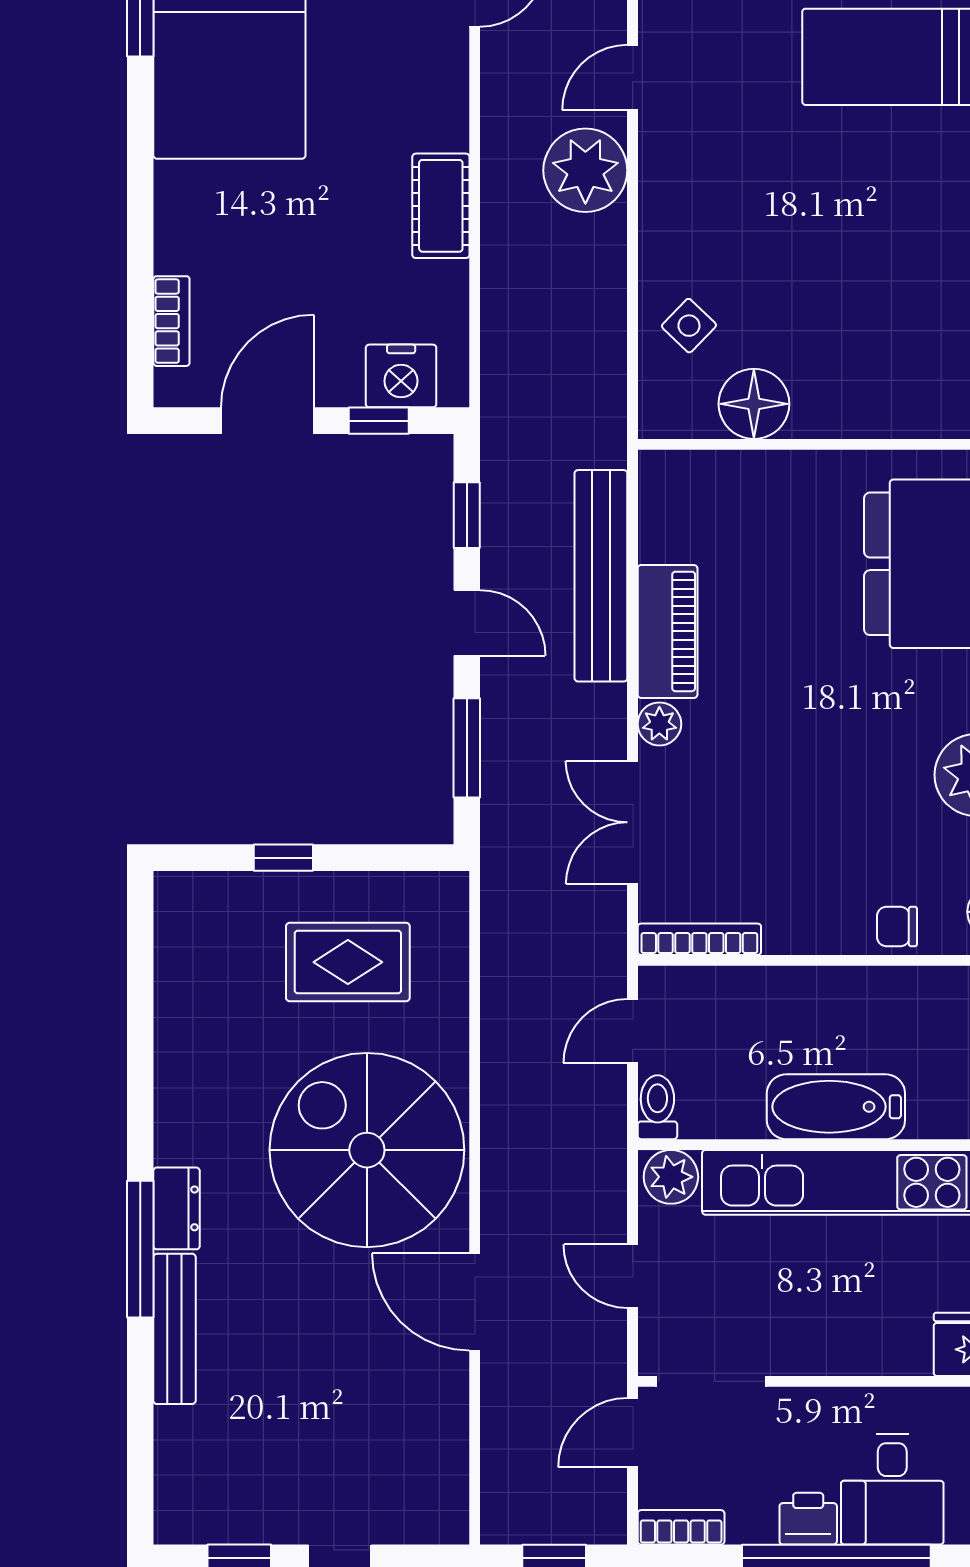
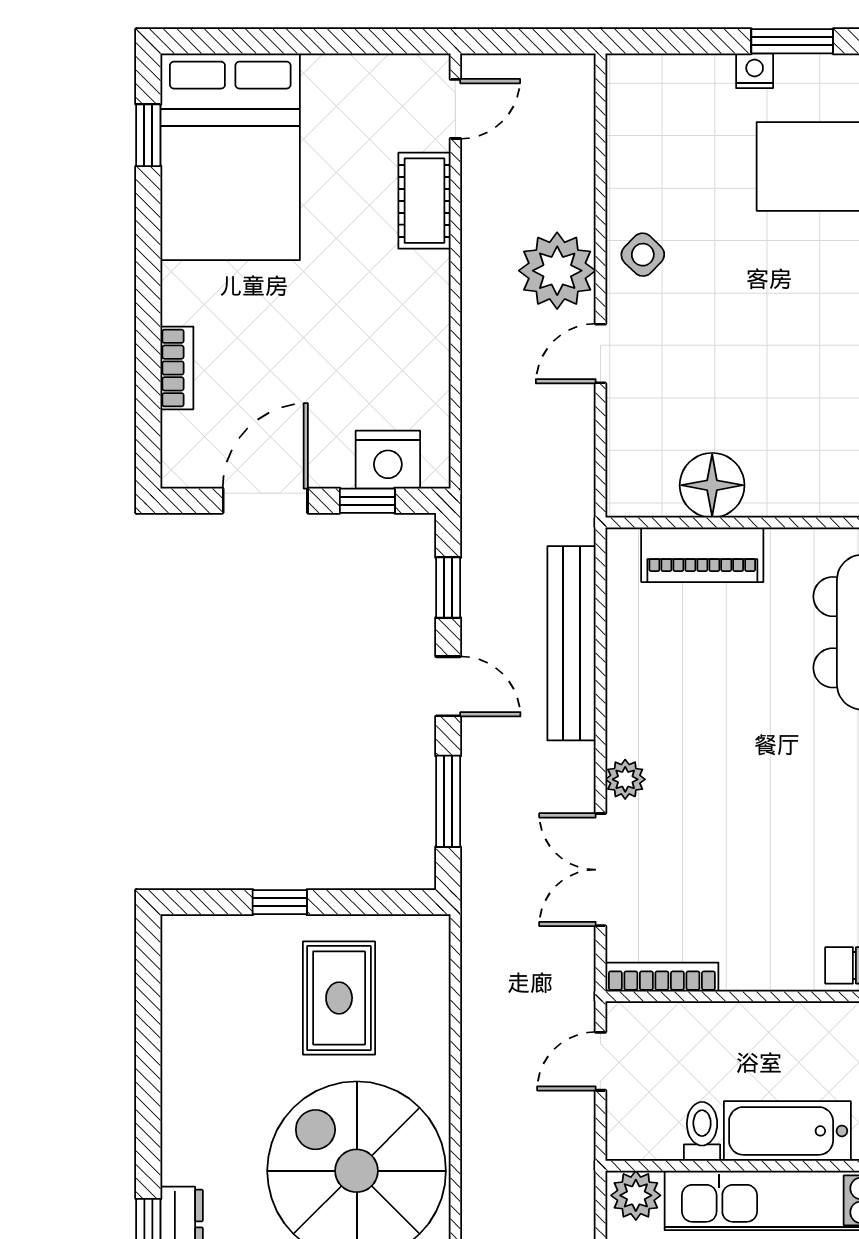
door: (633, 78) -> (600, 354), moved
cot: (441, 206) -> (424, 201), moved
bookcase: (171, 321) -> (177, 368), moved
side table: (689, 326) -> (643, 255), moved
piano: (668, 631) -> (702, 555), moved, turned 90
rug: (348, 962) -> (339, 998), turned 90
toilet: (657, 1107) -> (702, 1131), moved

